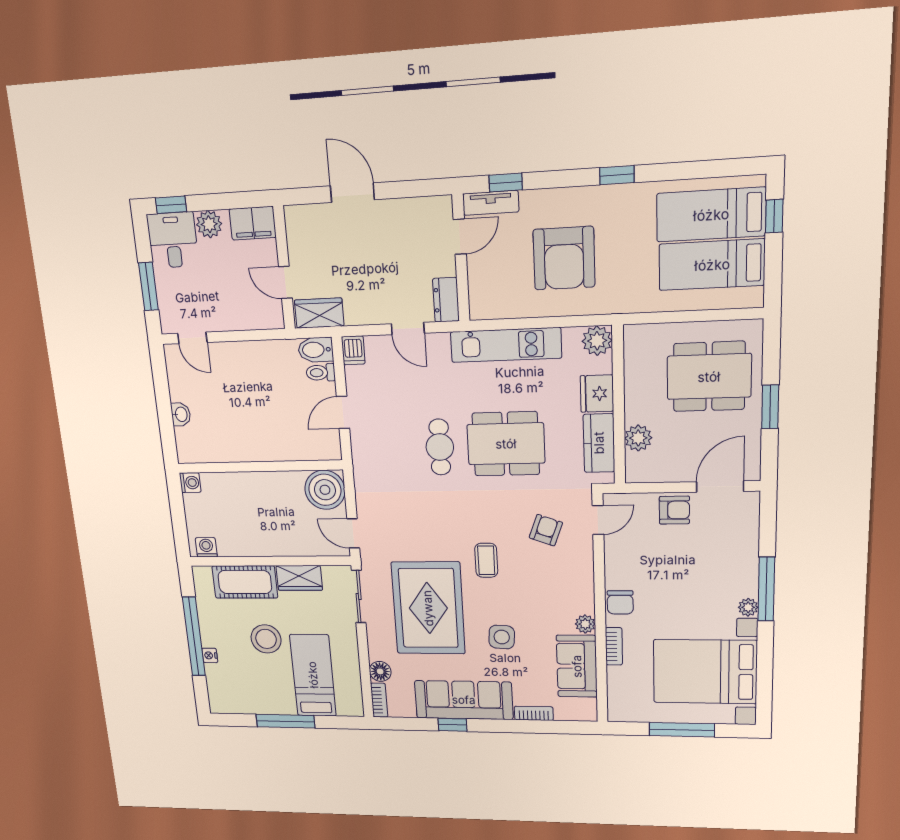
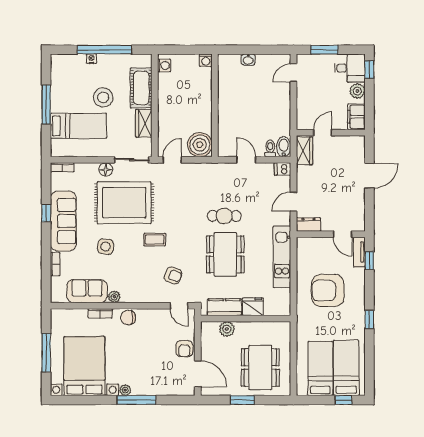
plant: (597, 341) -> (282, 307), removed
floor lamp: (380, 671) -> (106, 169), moved

